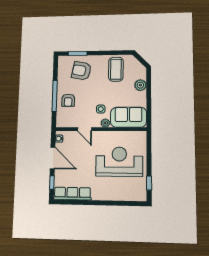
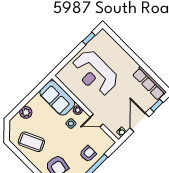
coffee table: (116, 69) -> (31, 142), turned 65
door: (85, 129) -> (97, 121), swing flipped

